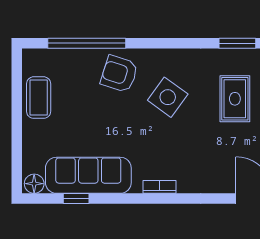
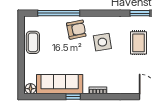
armchair: (119, 74) -> (76, 30), turned 151
side table: (168, 97) -> (102, 42), turned 45
window: (76, 199) -> (73, 97), moved

